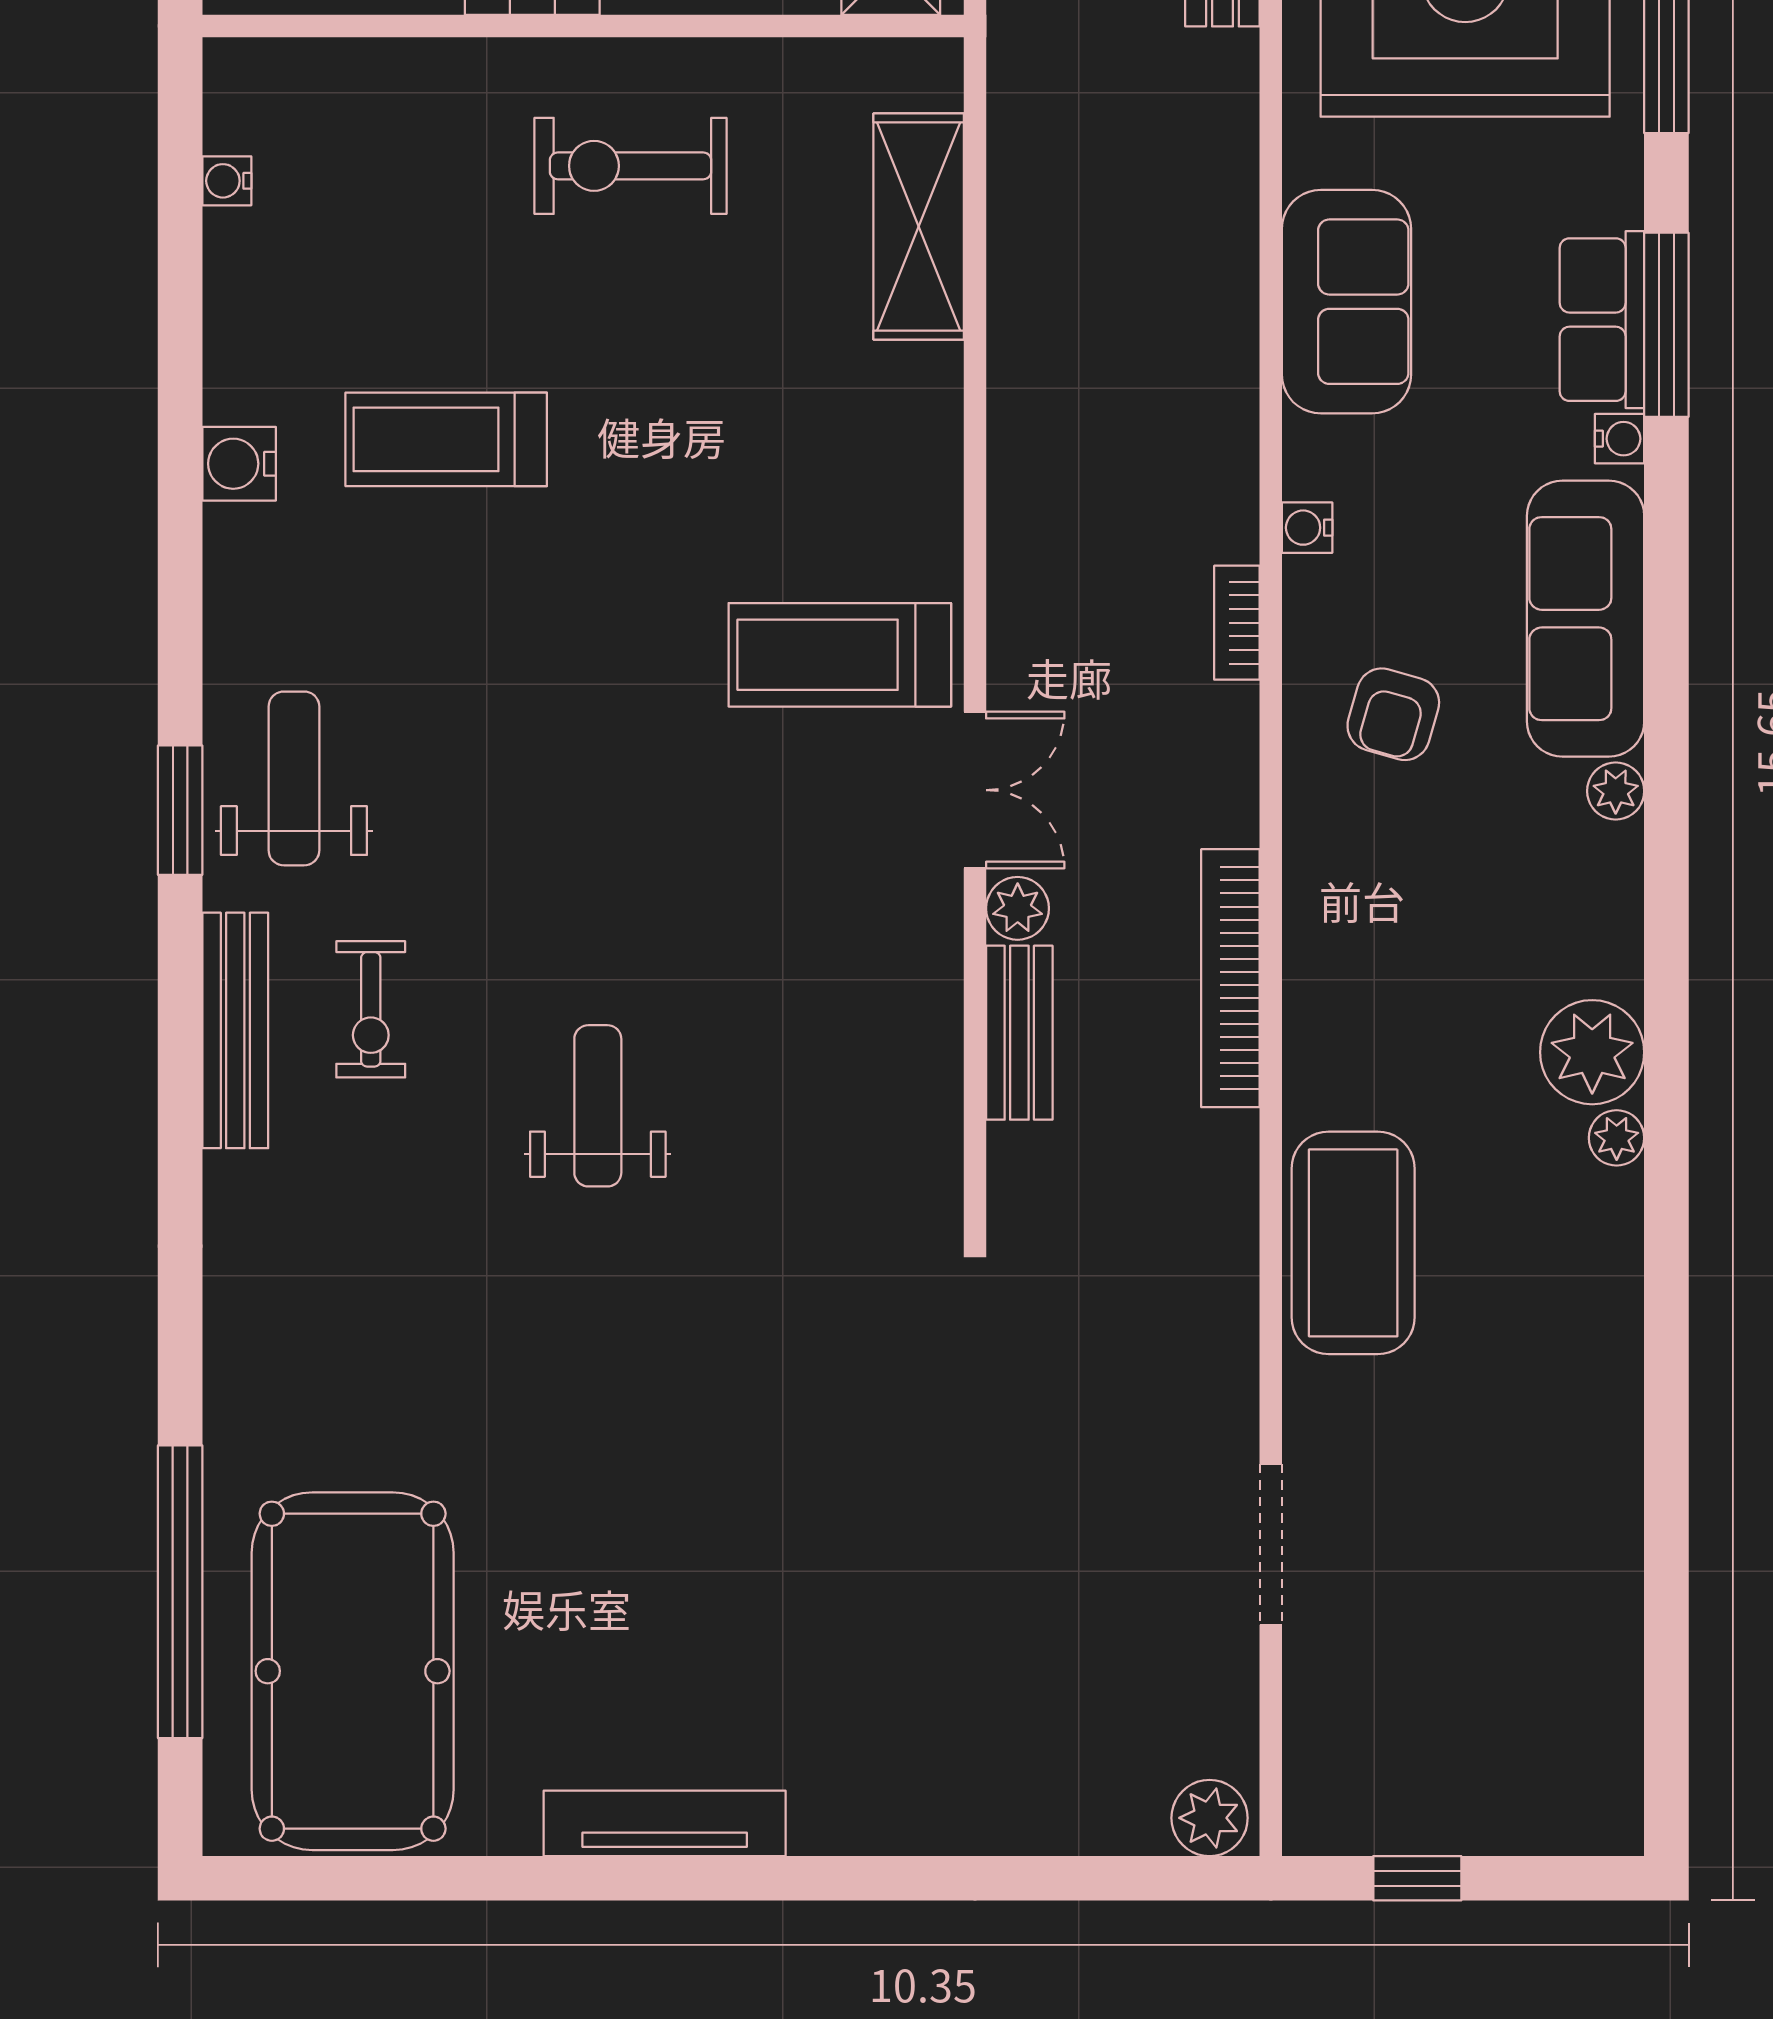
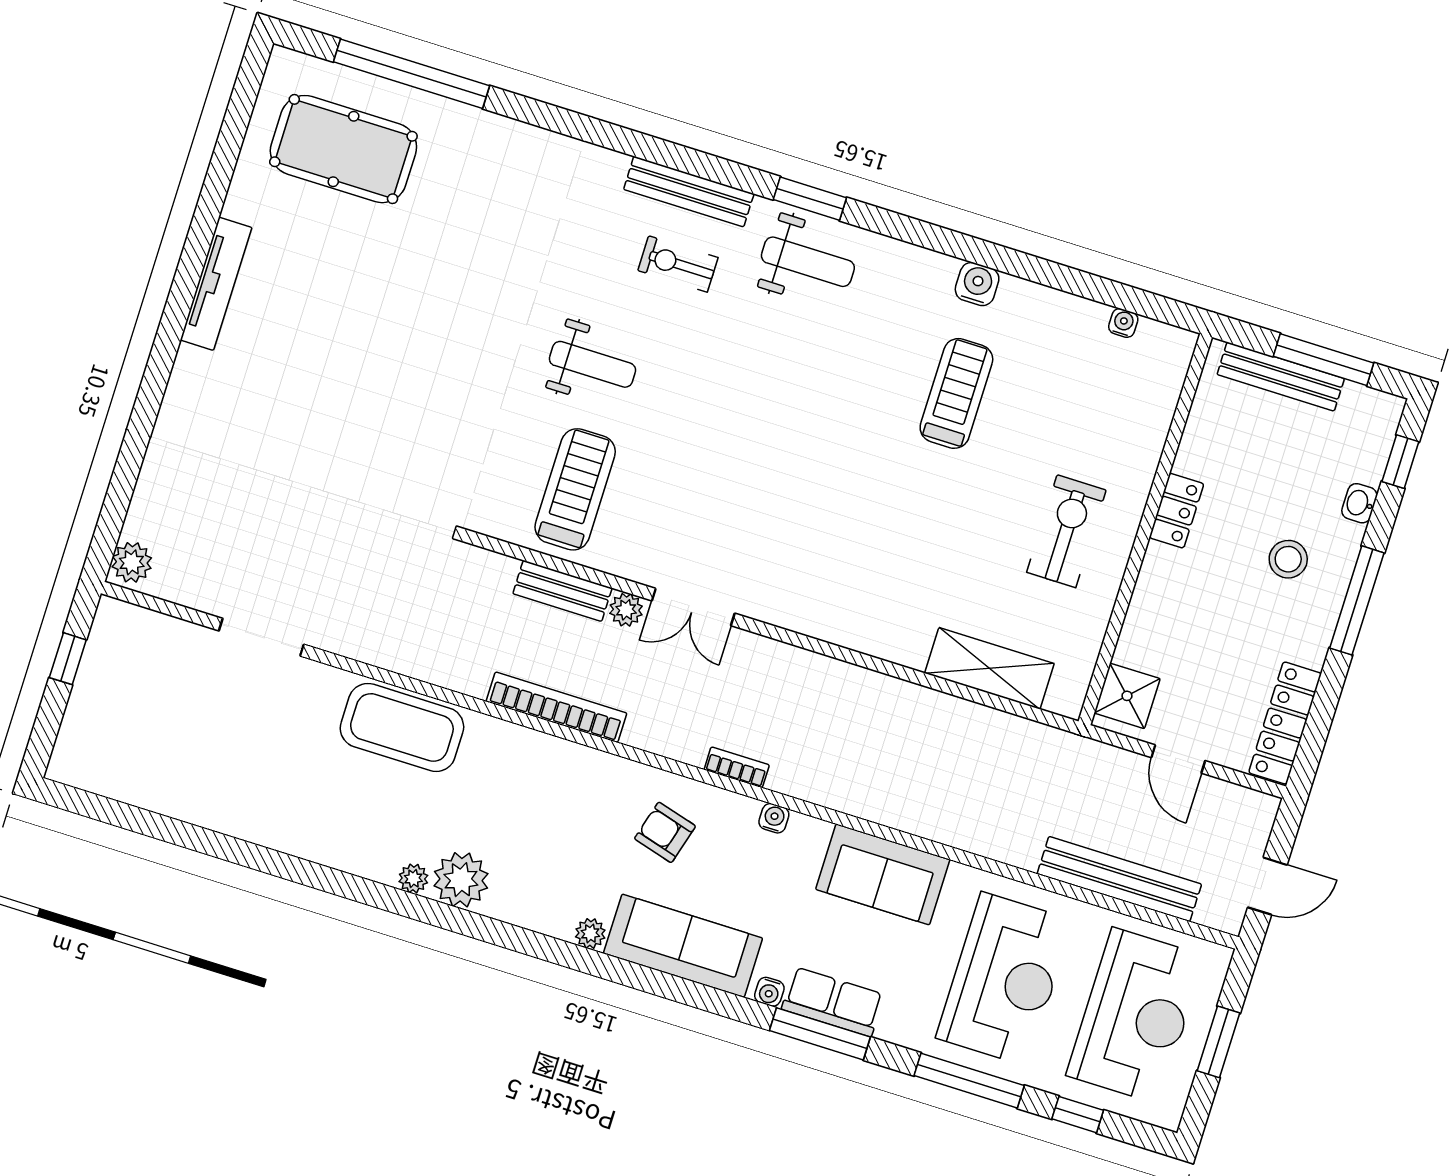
treadmill: (840, 655) -> (575, 489), moved
pool table: (353, 1671) -> (343, 149), width x0.73, depth x0.76

